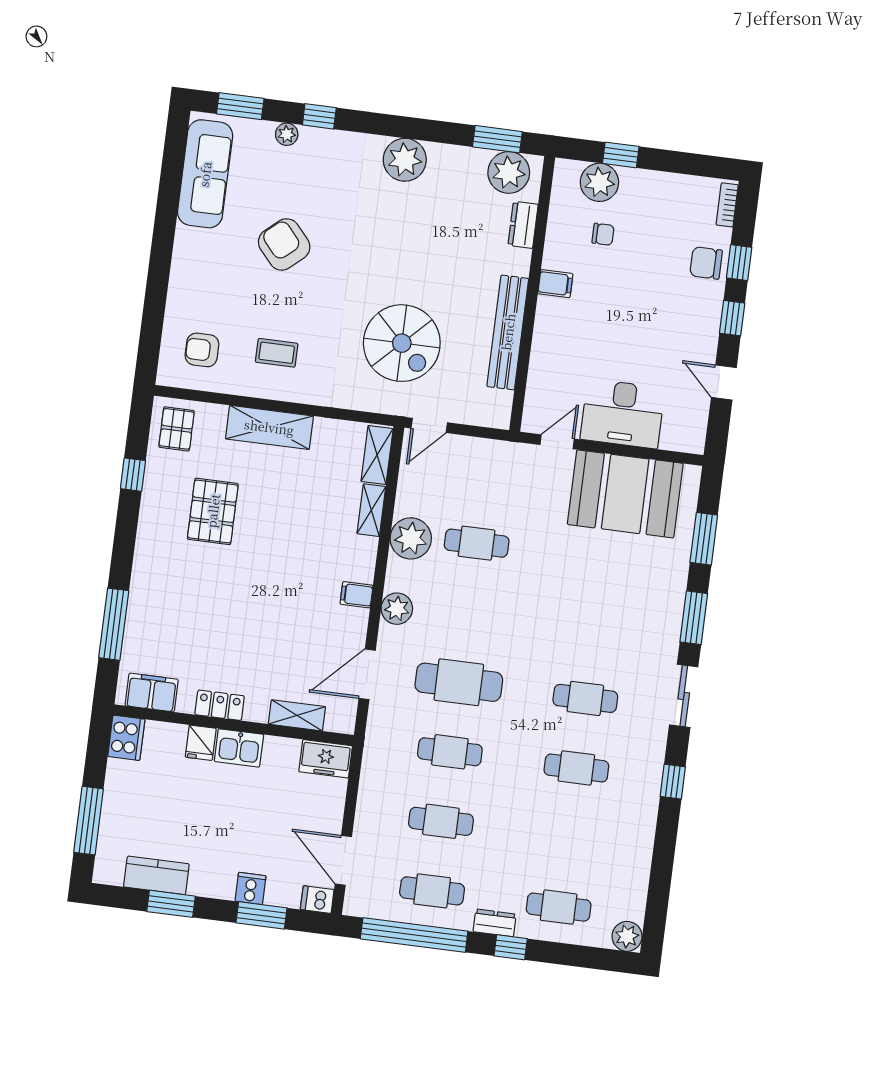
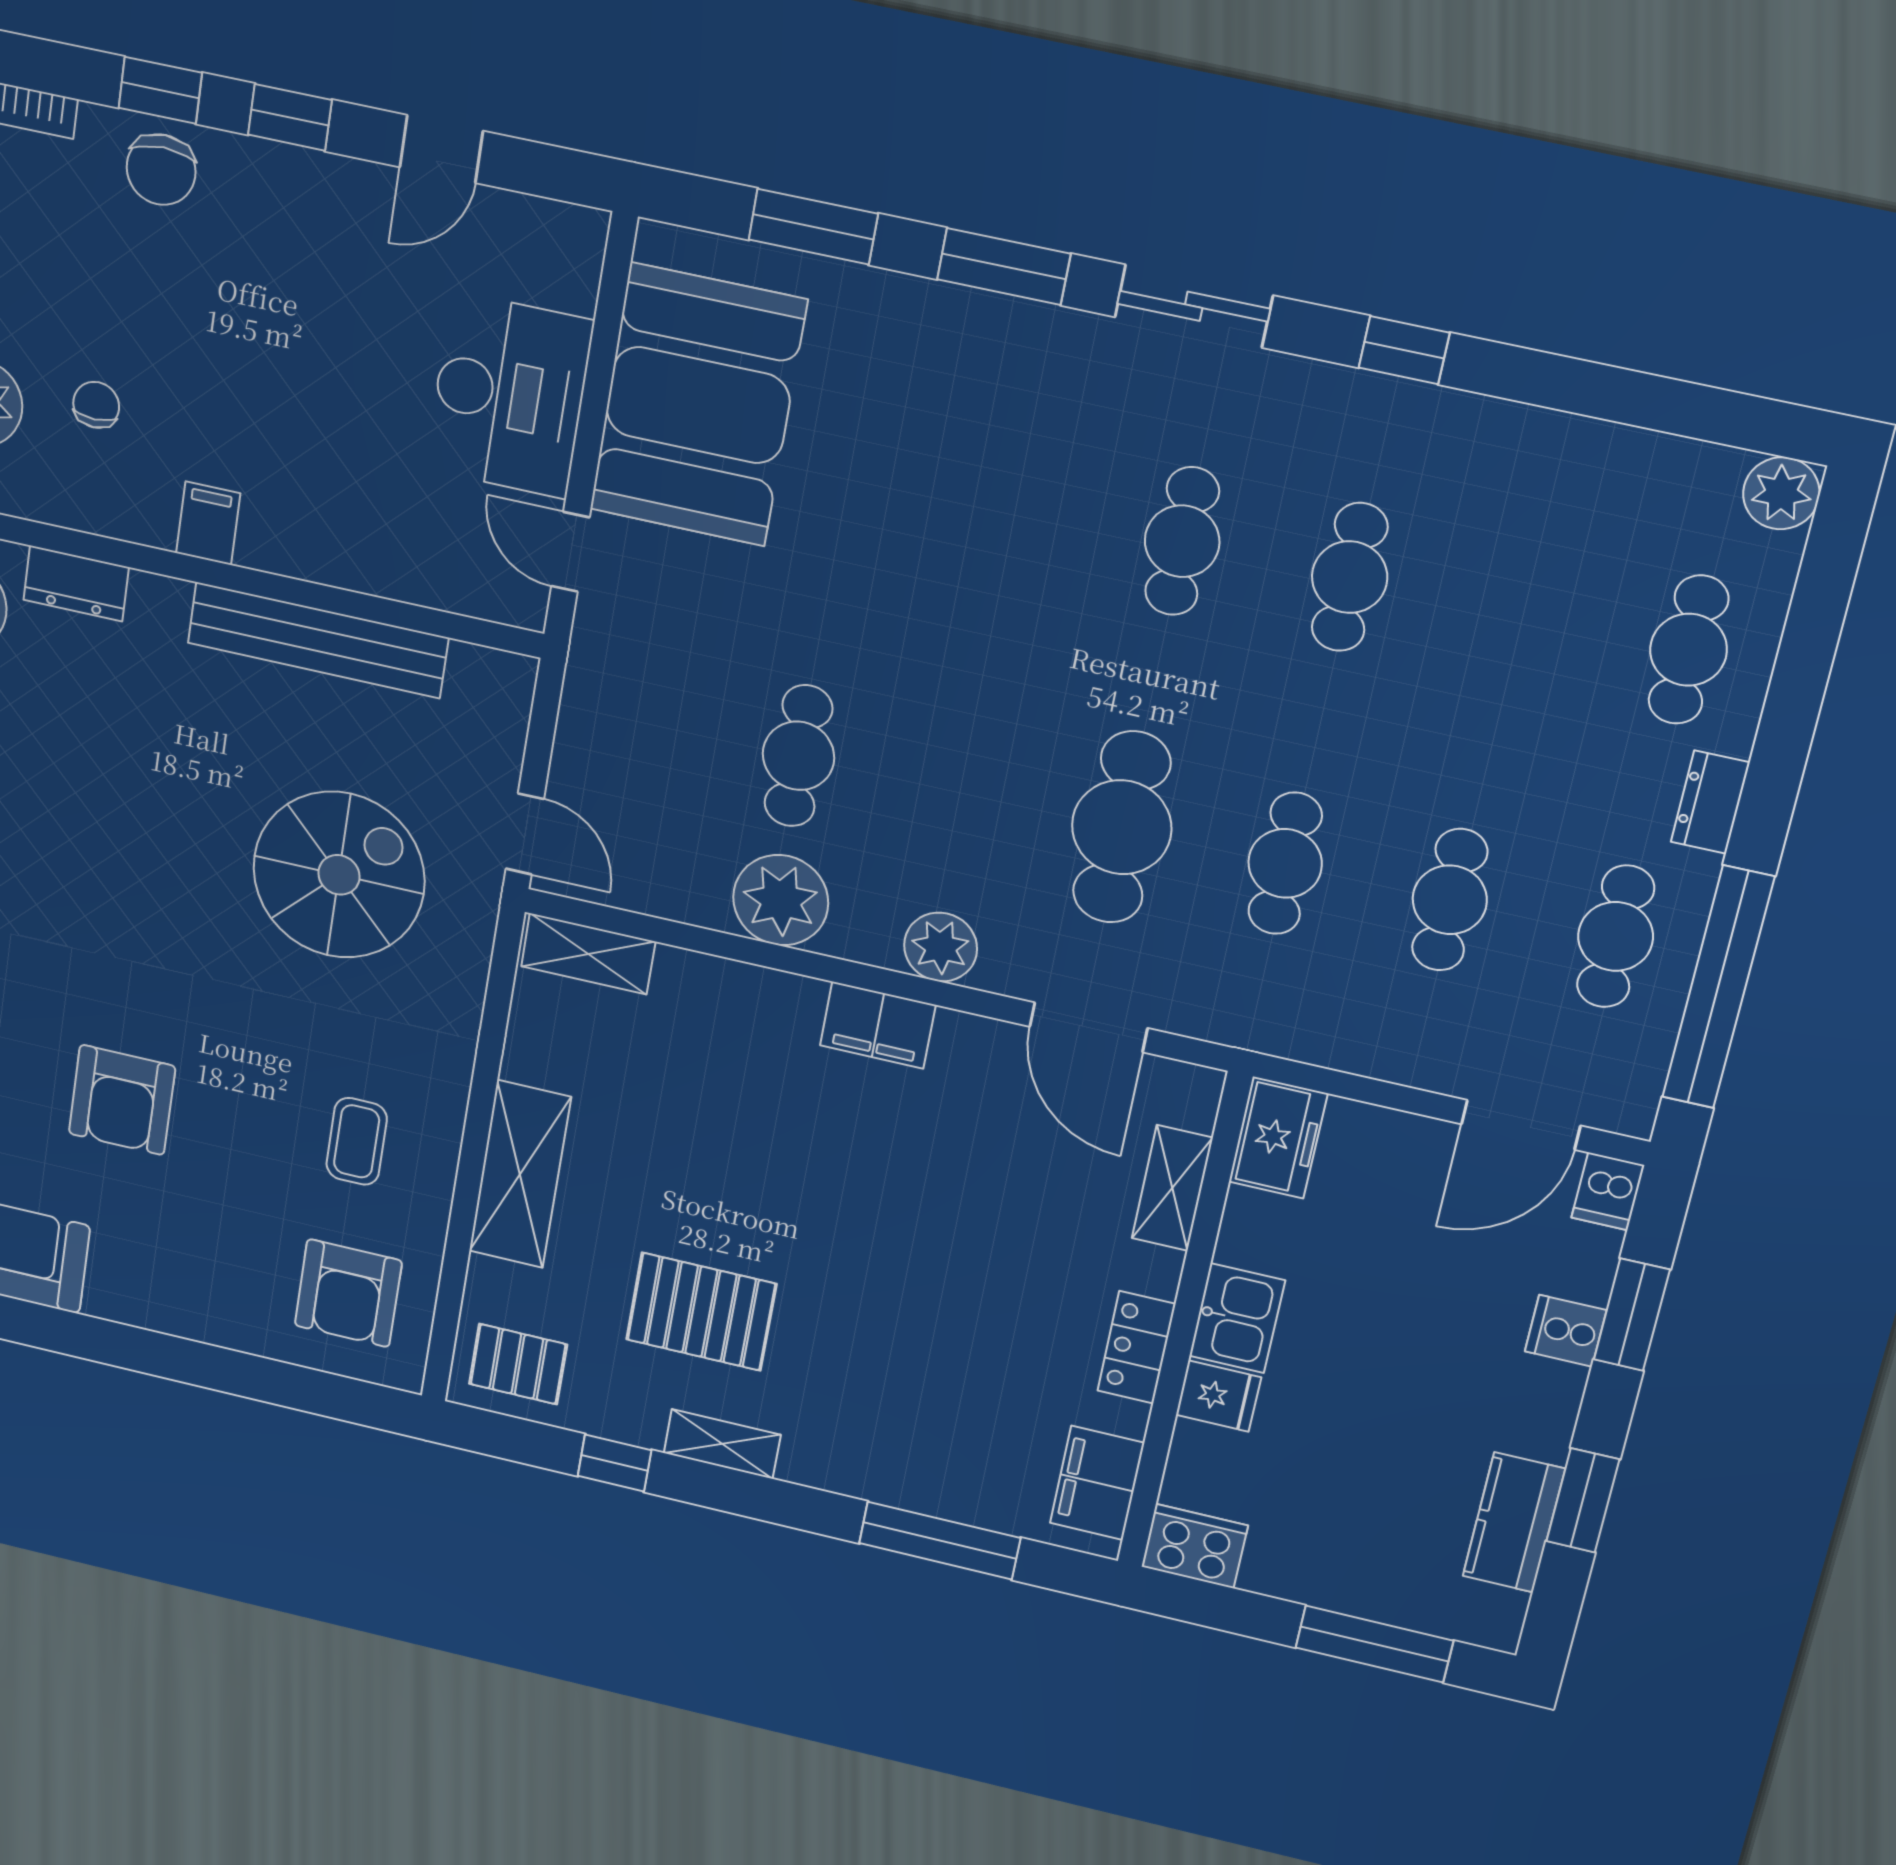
armchair: (284, 244) -> (122, 1100), turned -49
armchair: (202, 350) -> (348, 1293), width x1.38, depth x1.38
shelving: (371, 510) -> (722, 1444), moved
filing cabinet: (357, 595) -> (878, 1025), width x2.00
window: (511, 947) -> (1775, 771), removed

